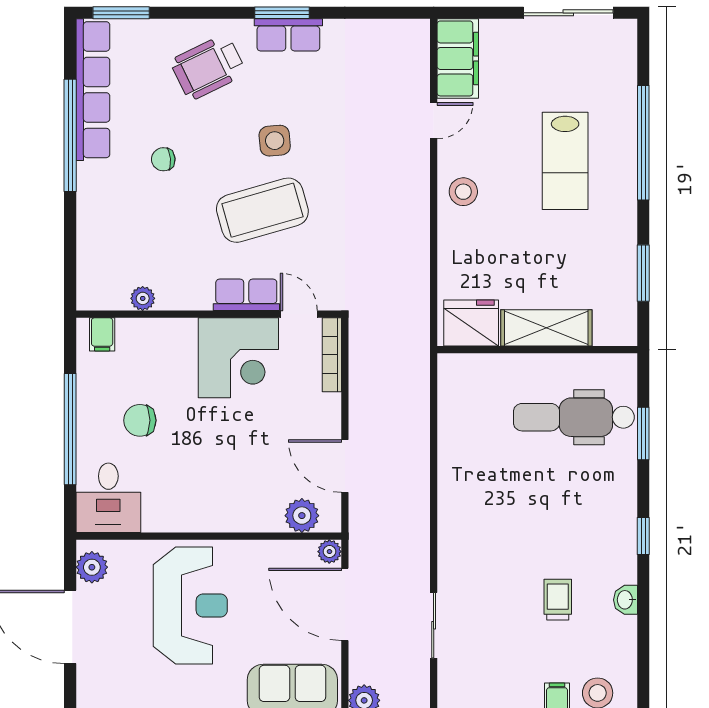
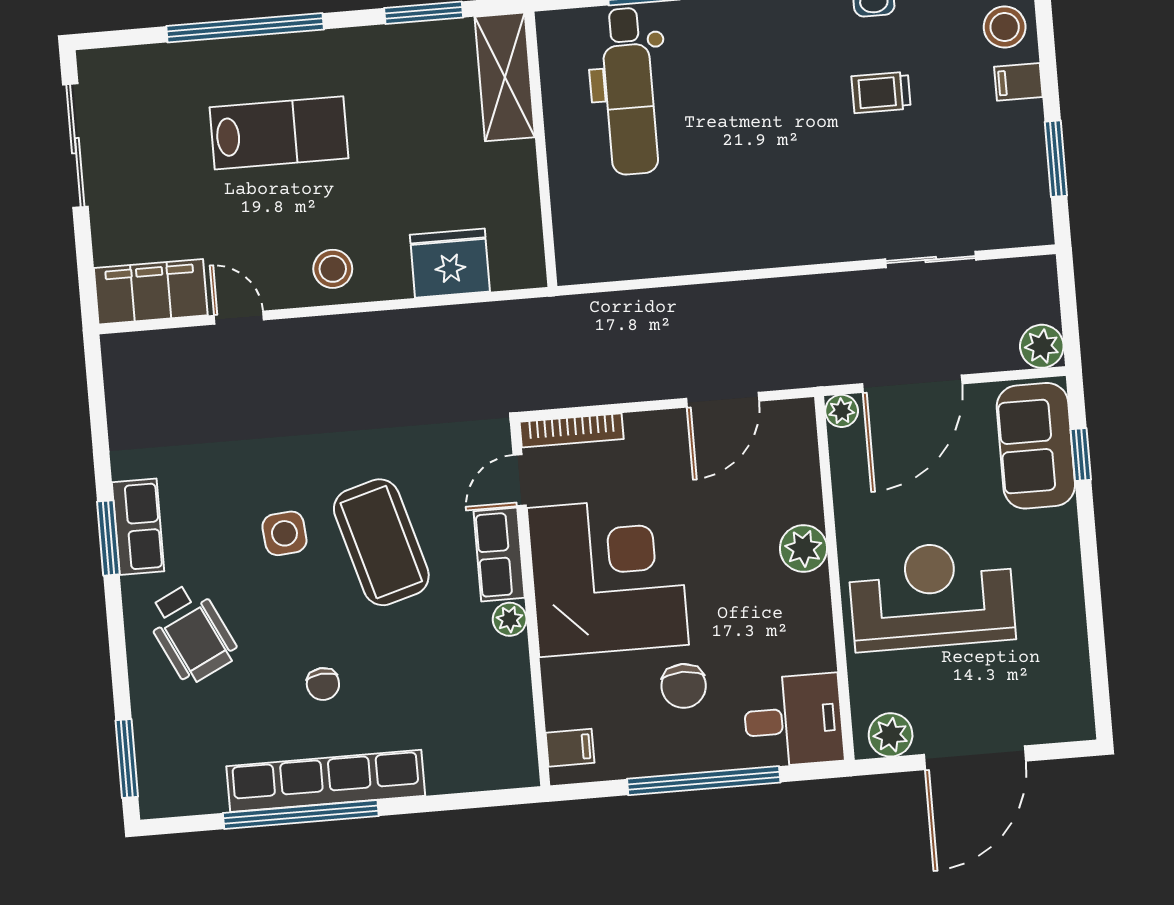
row of seats: (93, 90) -> (326, 781), moved
plant: (143, 298) -> (510, 619), moved
fridge: (471, 323) -> (450, 263), moved, turned 90
shelving: (546, 328) -> (505, 77), moved
corner desk: (238, 358) -> (608, 576), width x1.36, depth x1.36
plant: (302, 516) -> (803, 548), moved

